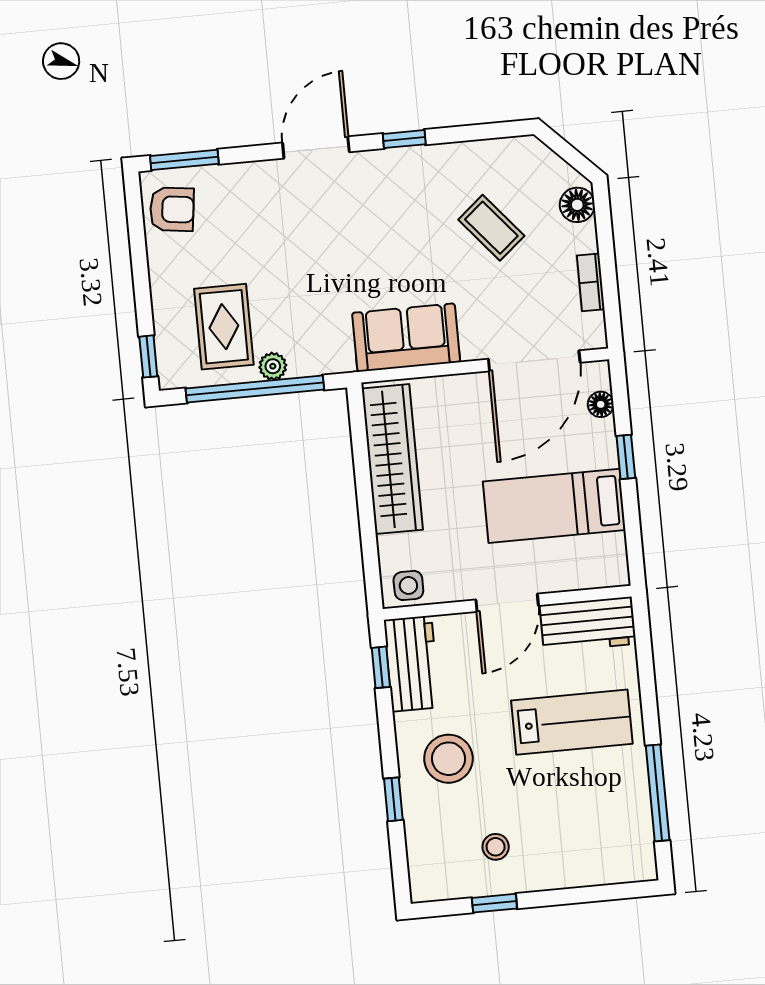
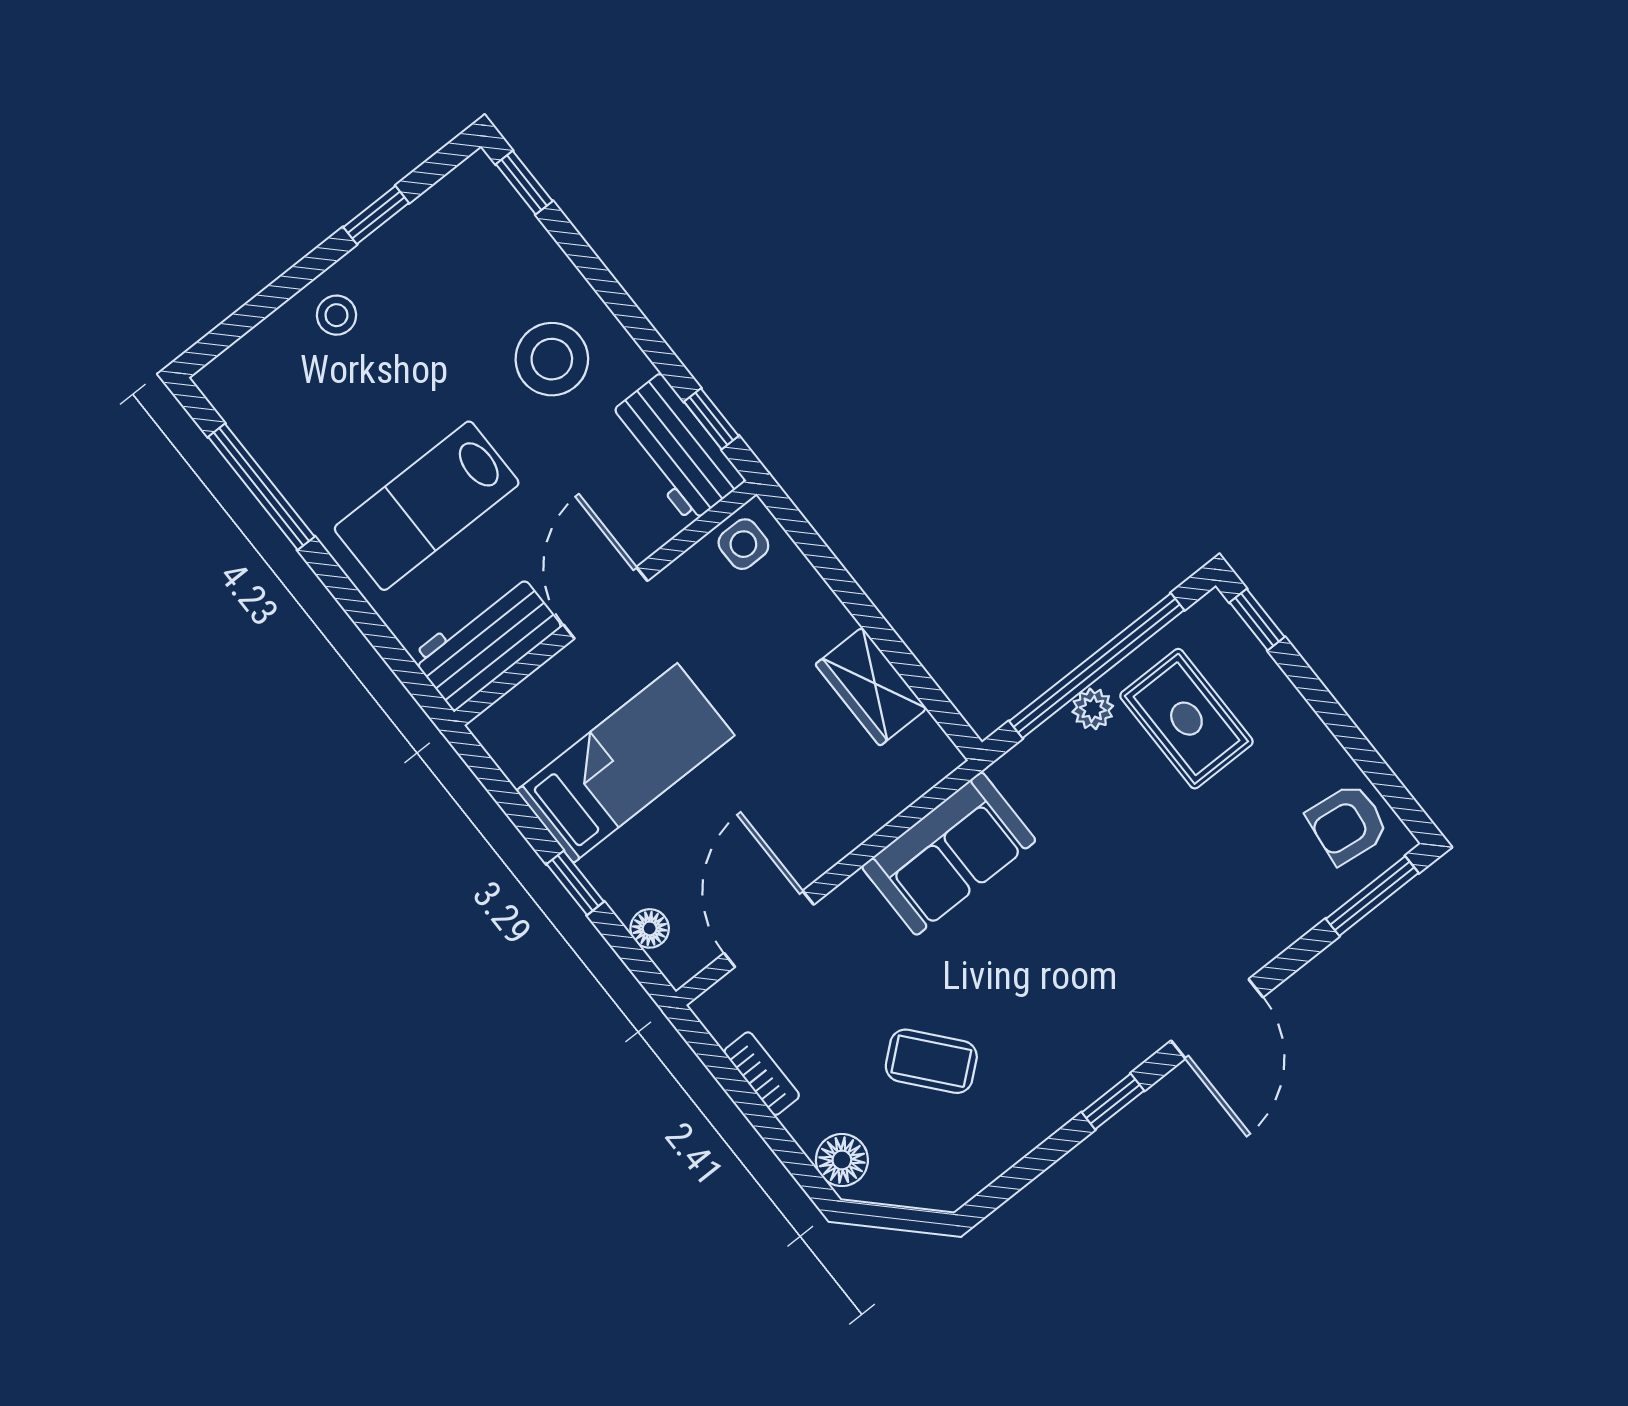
door: (534, 361) -> (769, 929), width x0.73
wardrobe: (392, 459) -> (871, 687), width x0.48, depth x0.85
window: (393, 799) -> (524, 183), moved
stool: (496, 847) -> (337, 315), moved

